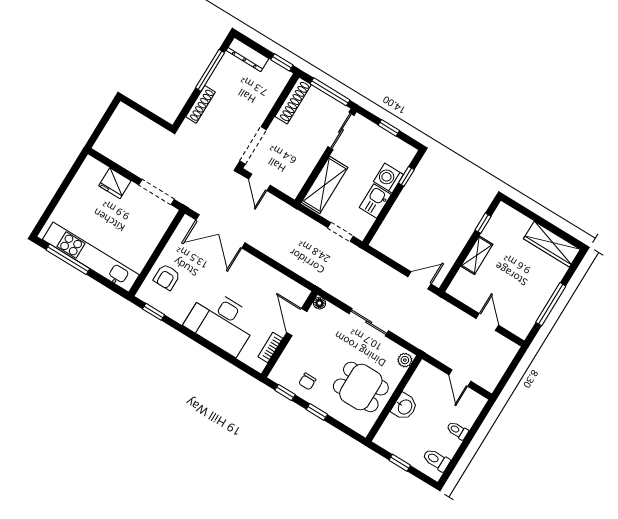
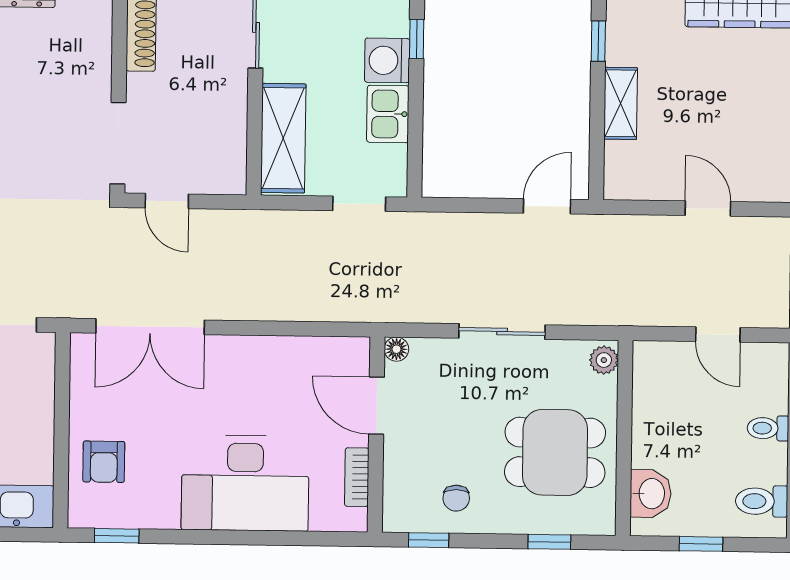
washbasin: (405, 407) -> (651, 494), moved
window: (317, 412) -> (549, 542), moved

